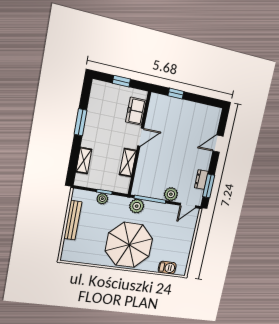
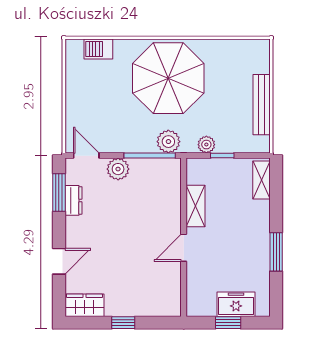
window: (176, 94) -> (123, 323), moved
freezer: (136, 111) -> (236, 304), moved, turned -90
wardrobe: (209, 113) -> (84, 305), added
shelving: (84, 161) -> (261, 180), moved
plant: (102, 199) -> (206, 145), moved
door: (188, 206) -> (86, 156), hinge flipped

